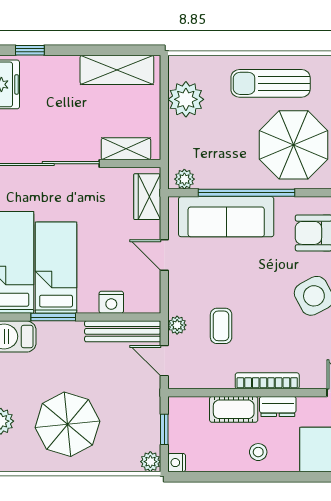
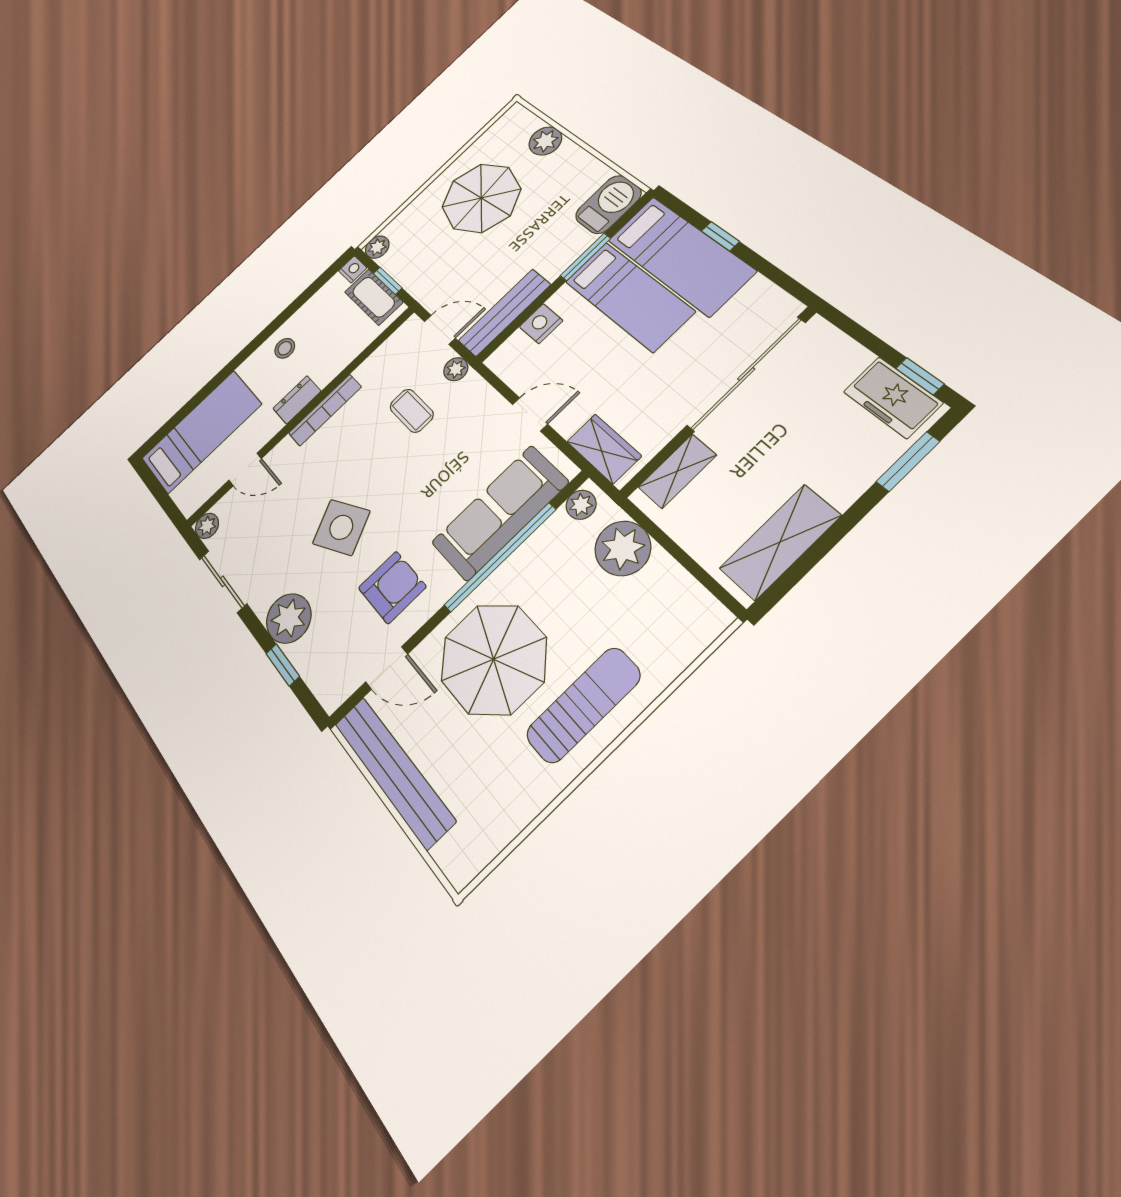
window: (30, 50) -> (908, 462), width x1.50
plant: (186, 99) -> (623, 548), moved
cot: (234, 409) -> (374, 297), moved, turned 90

